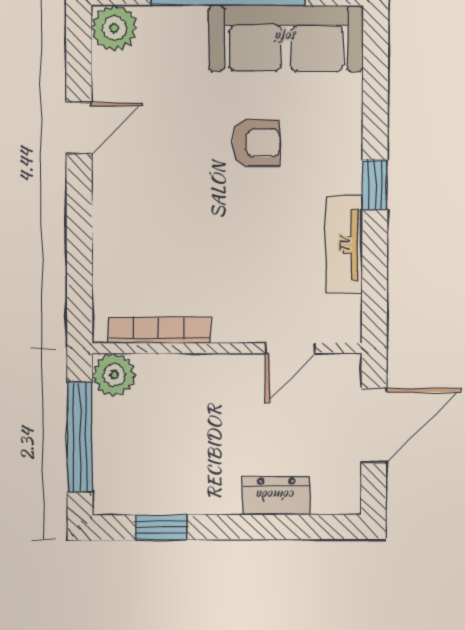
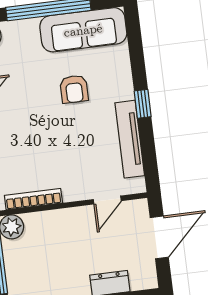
armchair: (256, 143) -> (74, 89), turned 90
tv unit: (344, 245) -> (130, 139), width x1.41

